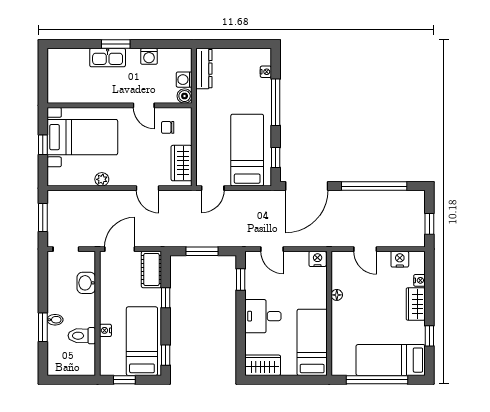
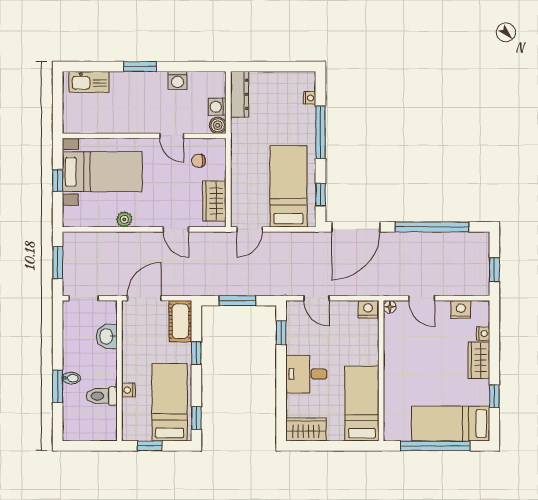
kitchen sink: (108, 58) -> (89, 82), moved
floor lamp: (337, 295) -> (390, 307), moved

